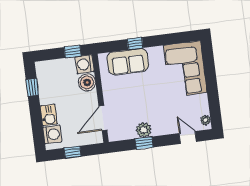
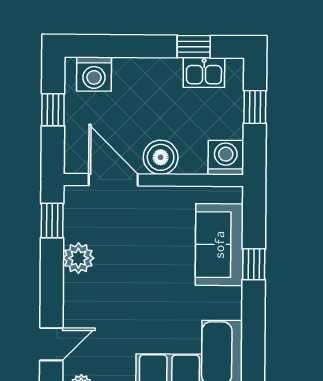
window: (73, 51) -> (255, 107), moved
boiler: (87, 82) -> (161, 157), moved
kitchen sink: (49, 115) -> (204, 73), moved
window: (144, 143) -> (52, 221), moved

